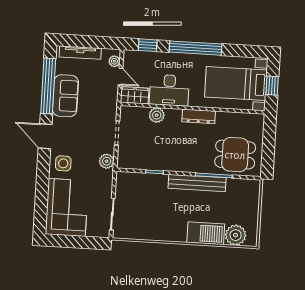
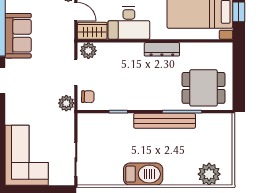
plant: (157, 115) -> (88, 51), moved
chair: (127, 156) -> (88, 97), added
side table: (63, 163) -> (20, 108), removed
barbecue: (206, 233) -> (143, 174), moved

